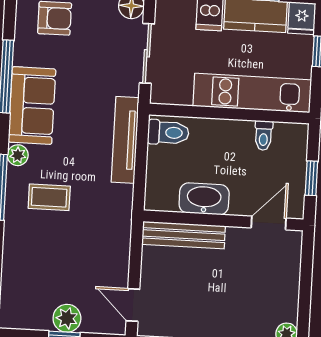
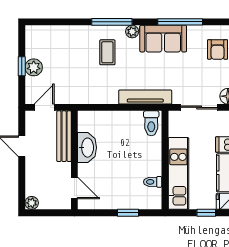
washbasin: (204, 199) -> (87, 148), moved
wall: (223, 220) -> (74, 160), moved
door: (269, 223) -> (74, 188), moved
bench: (184, 235) -> (64, 136), moved

